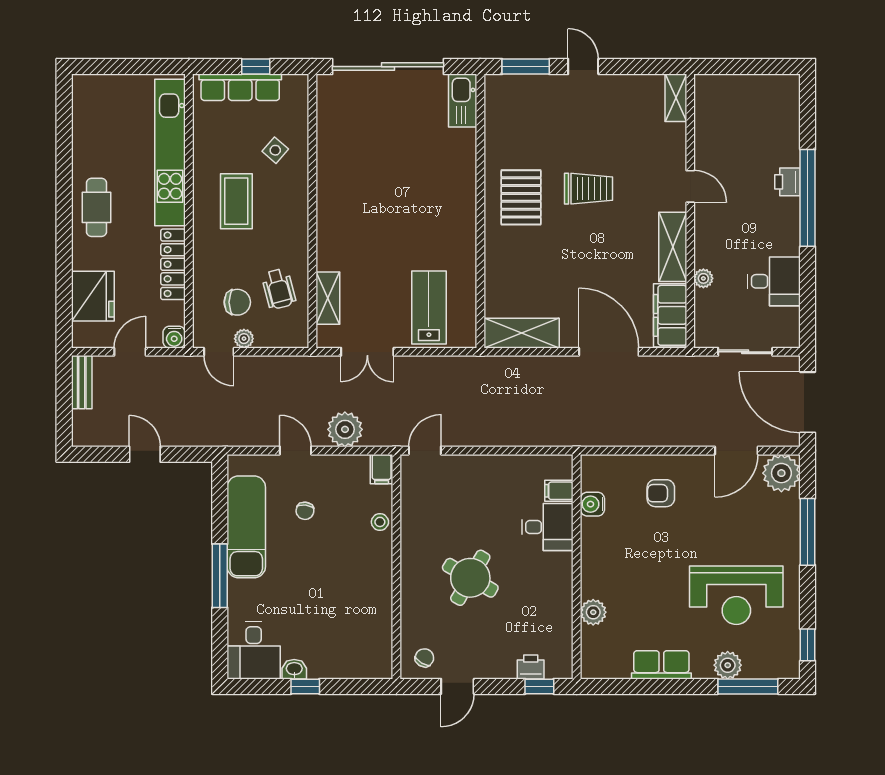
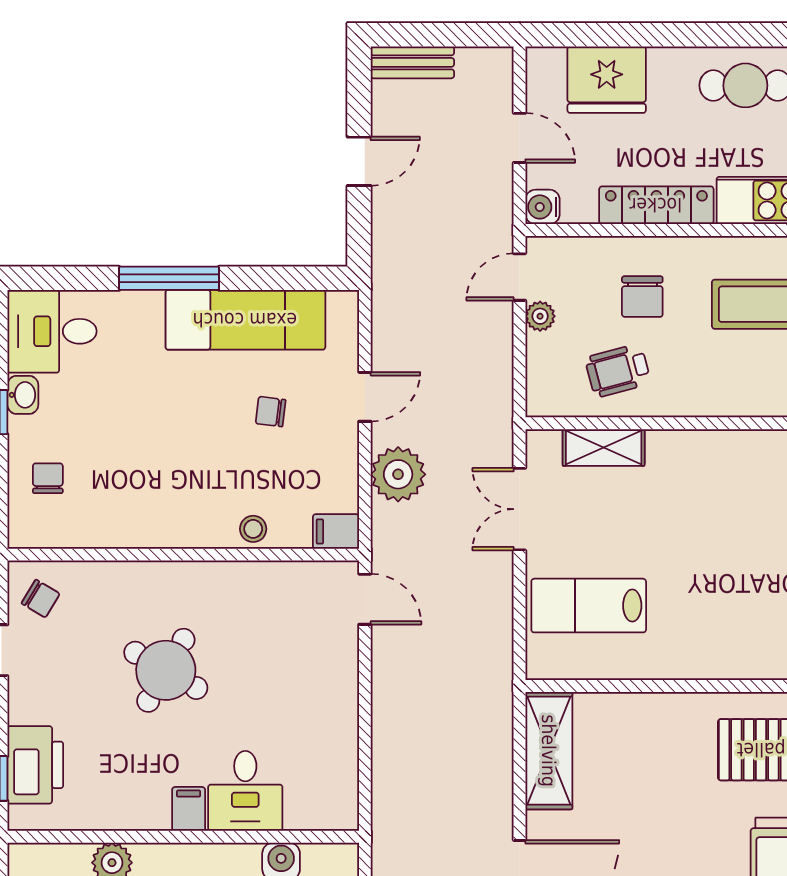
chair: (237, 302) -> (642, 297), moved
lab bench: (429, 308) -> (589, 606), turned 180
bench: (82, 382) -> (412, 62), moved
filing cabinet: (559, 491) -> (189, 809), moved
chair: (348, 653) -> (48, 478), added
printer: (531, 667) -> (35, 765), width x1.87, depth x1.48

